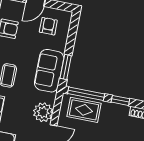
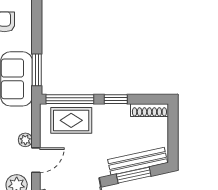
plant: (43, 112) -> (25, 140), width x0.53, depth x0.53

